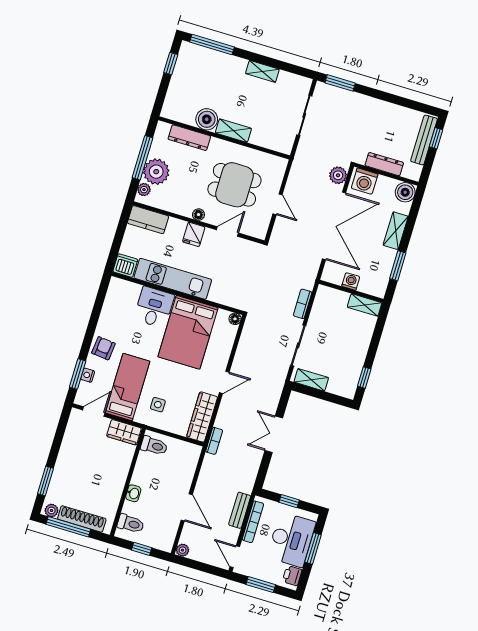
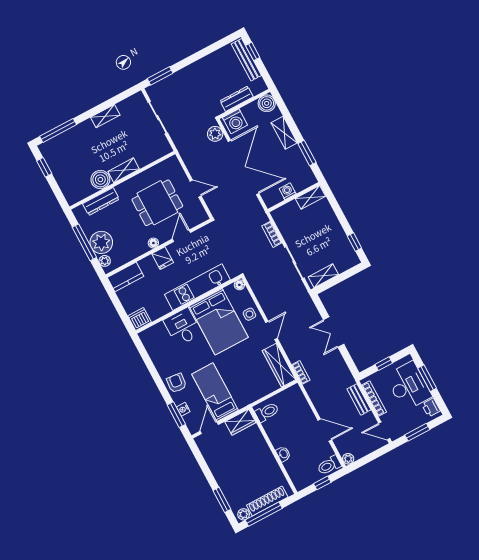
kitchen unit: (173, 279) -> (197, 287), moved
side table: (158, 405) -> (249, 314), moved
toilet: (131, 524) -> (329, 465), moved, turned 180

